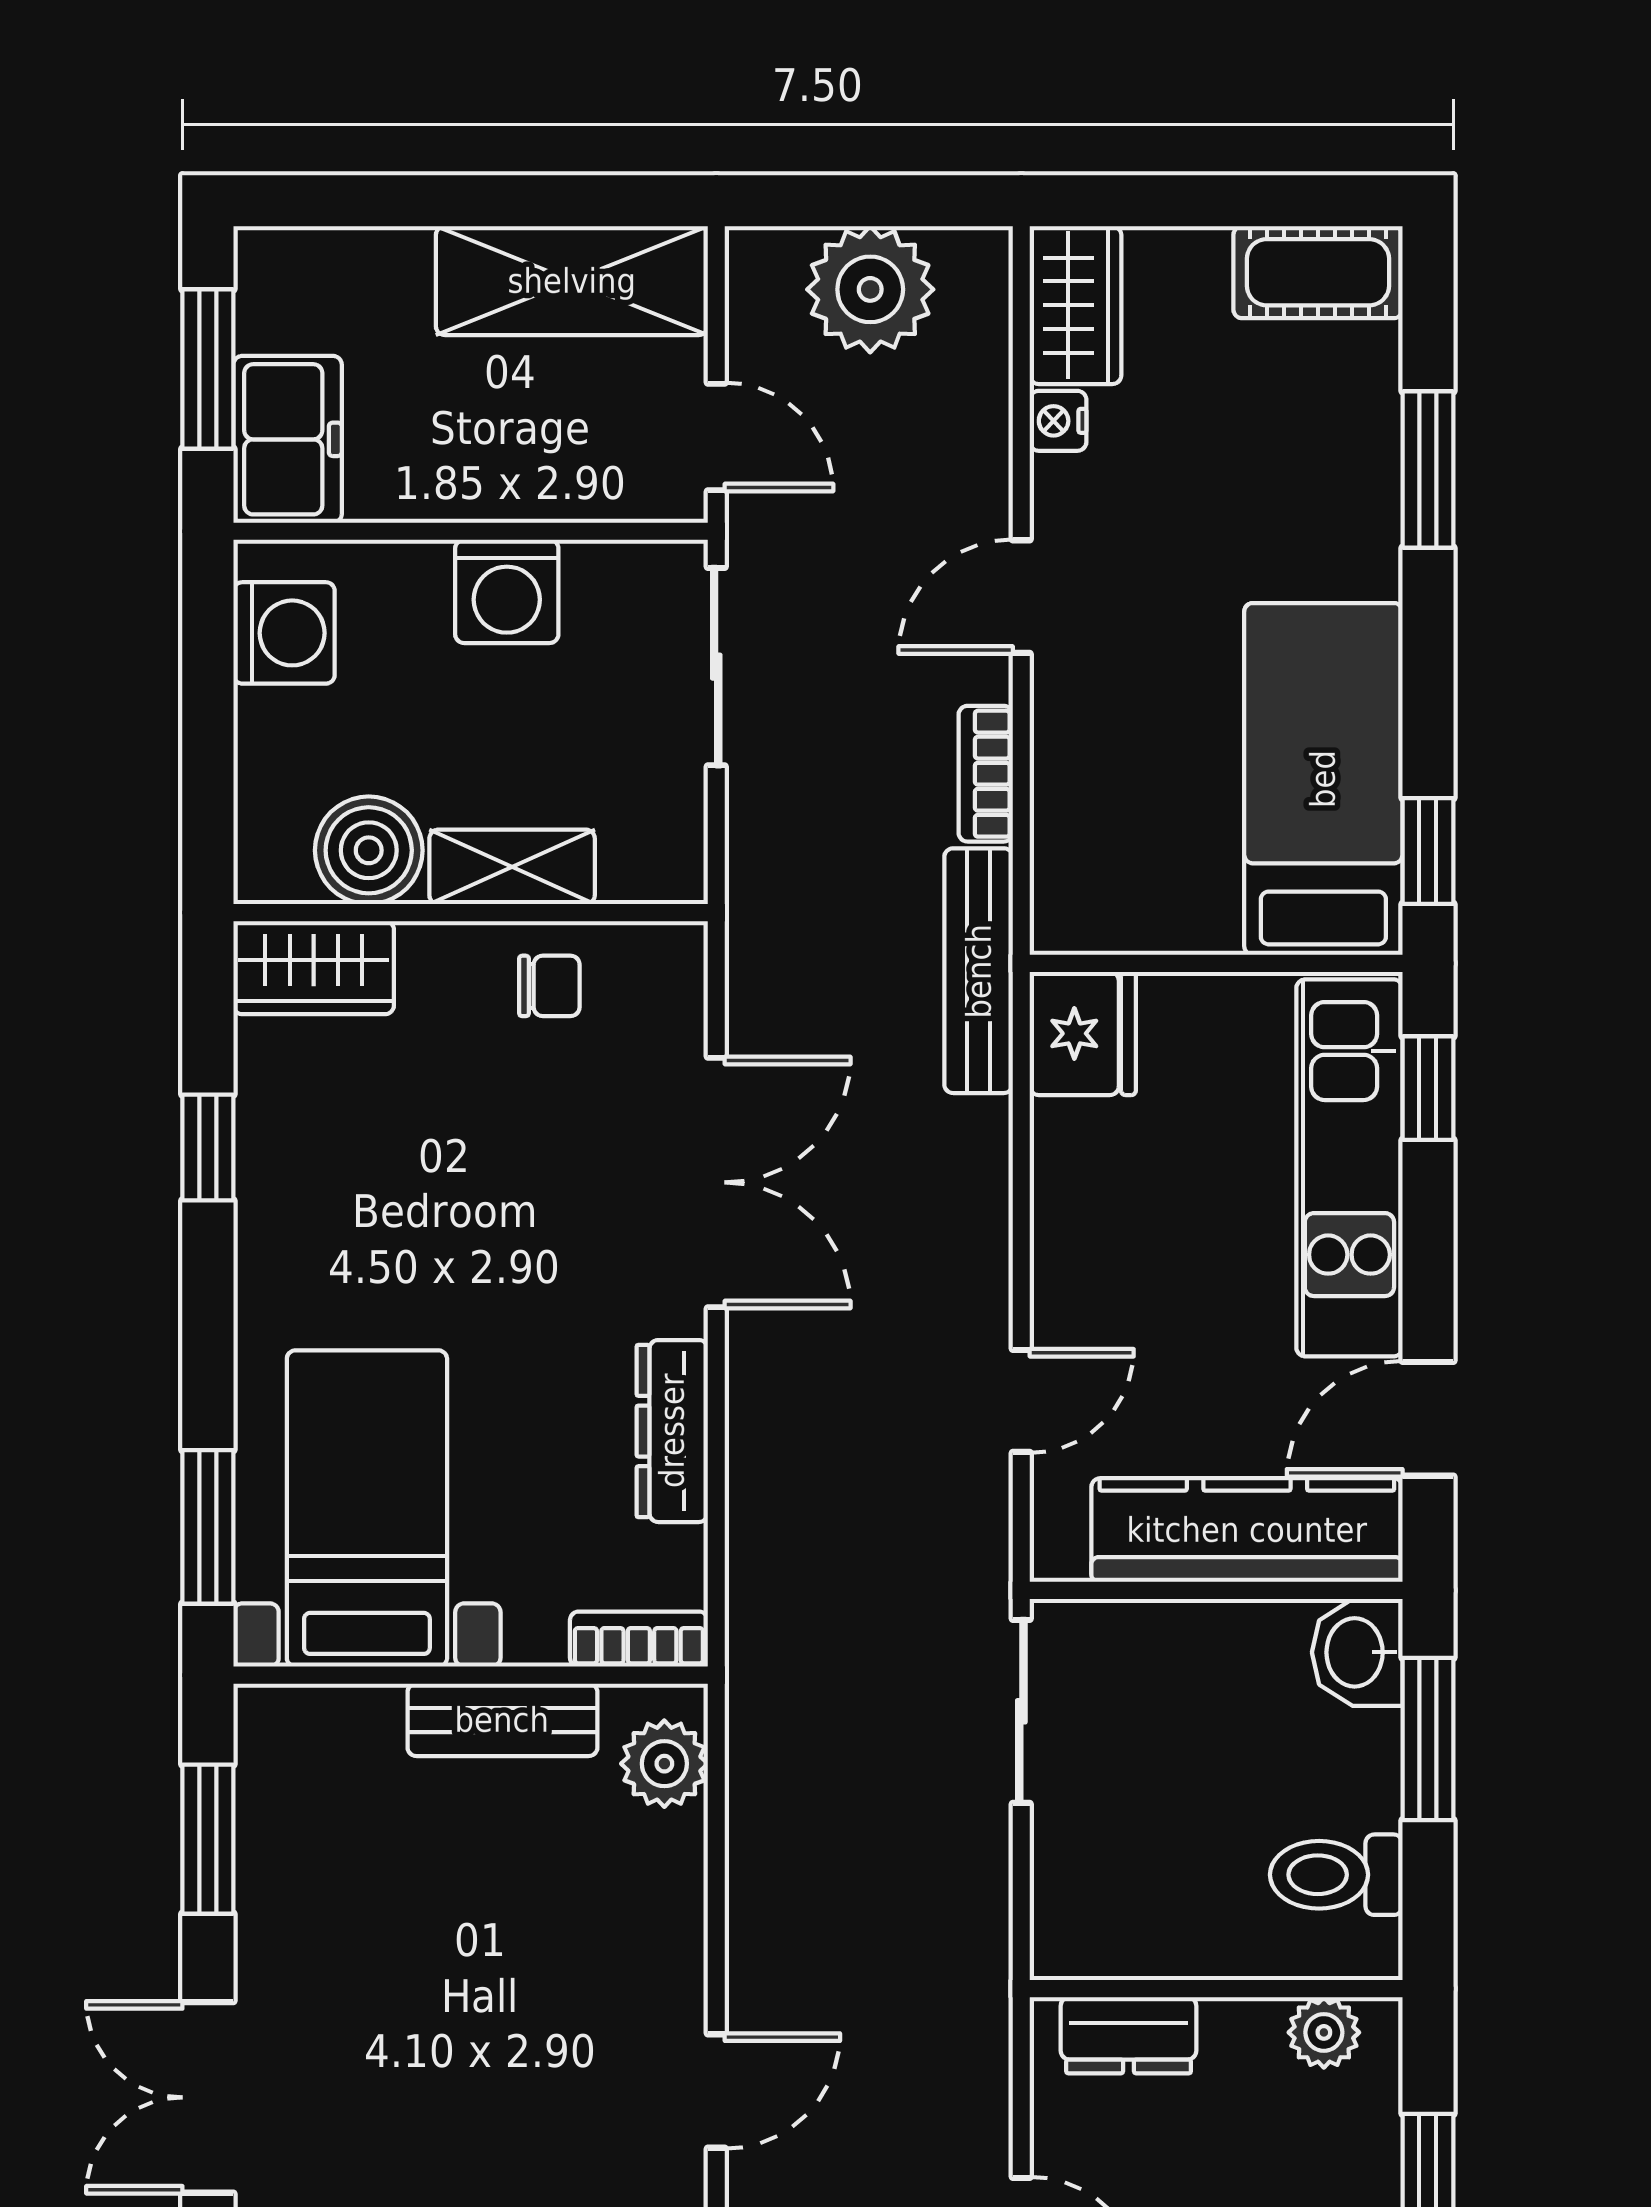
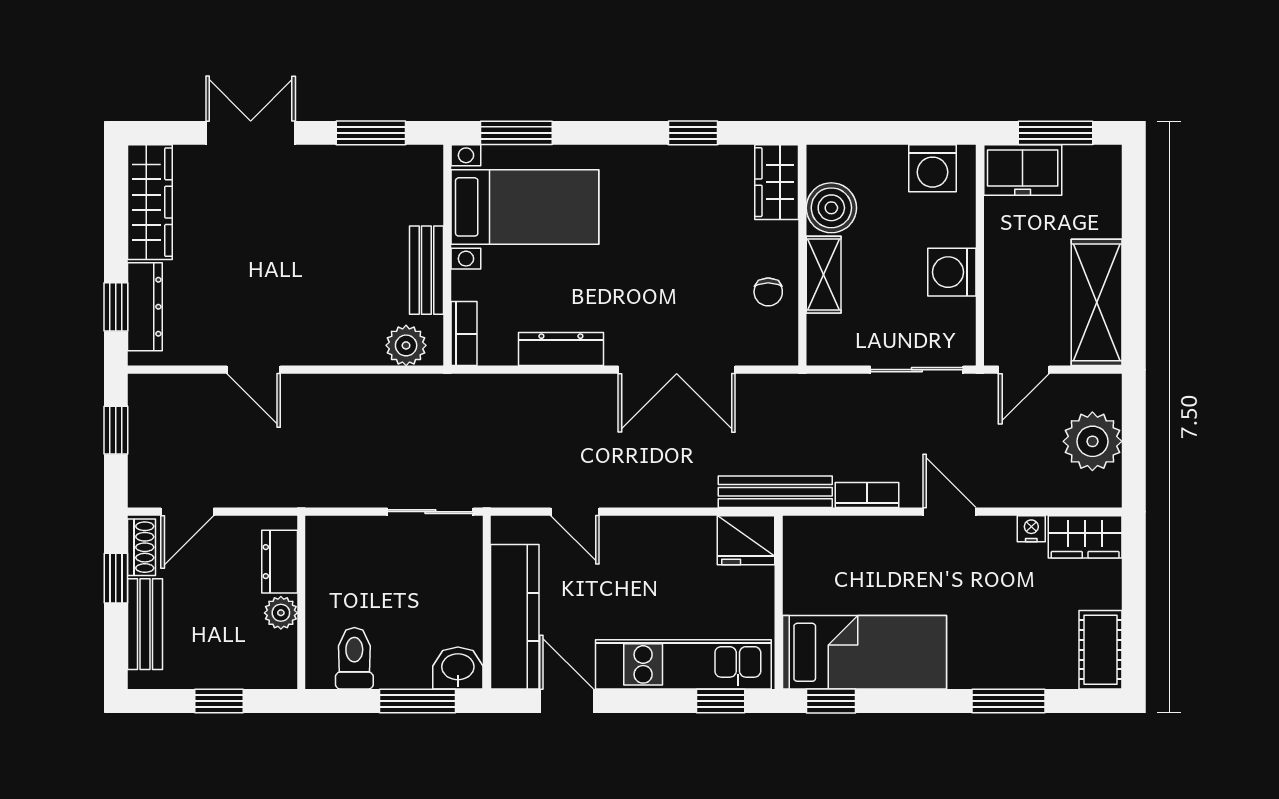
plant: (1324, 2032) -> (281, 613), moved

